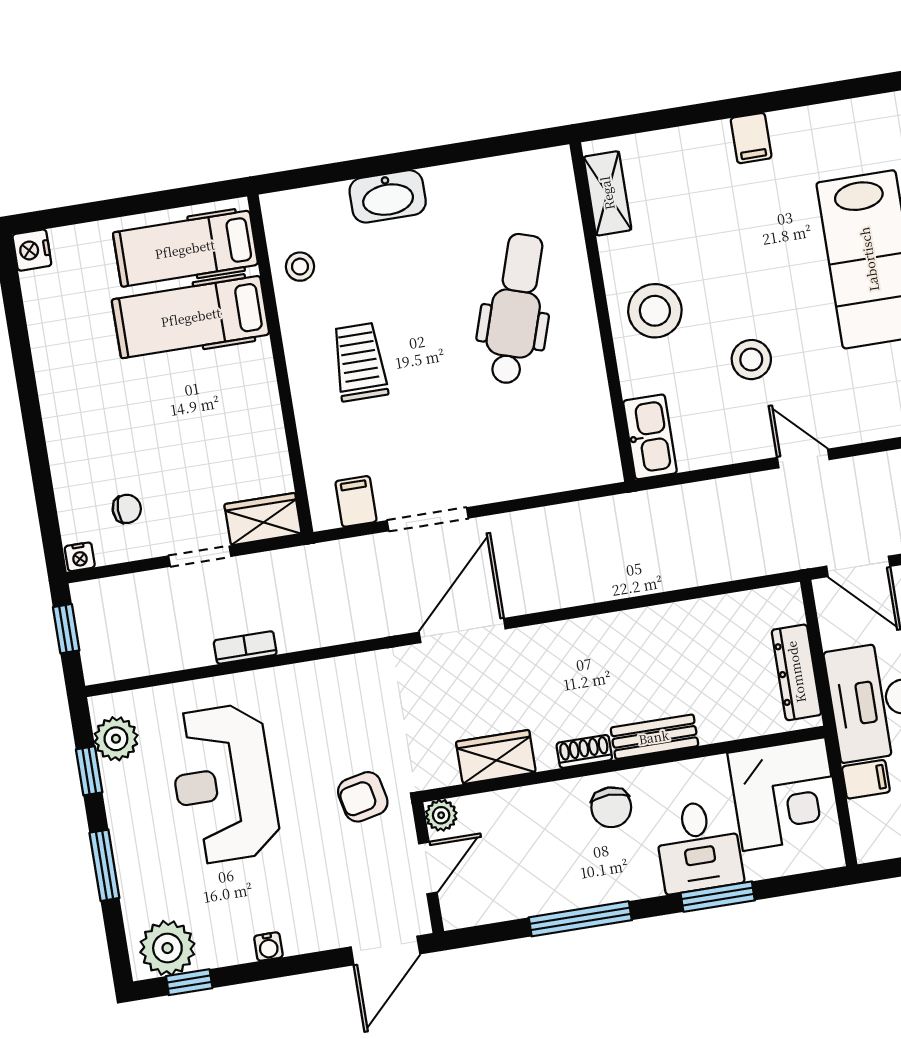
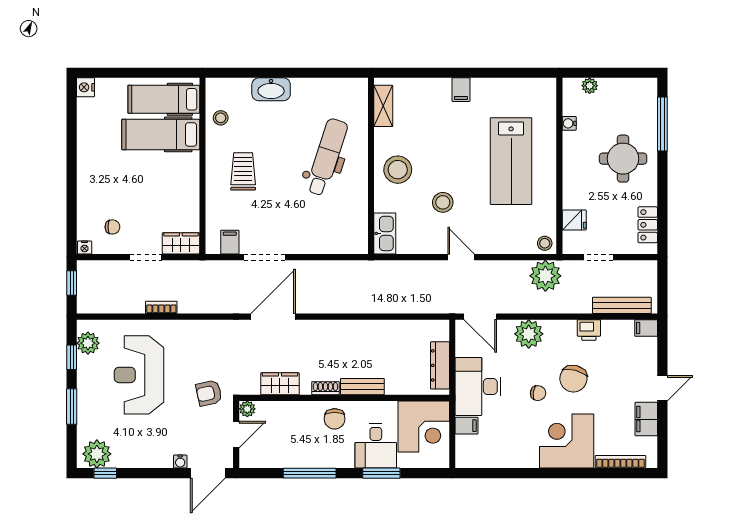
water cooler: (268, 947) -> (180, 462), moved

